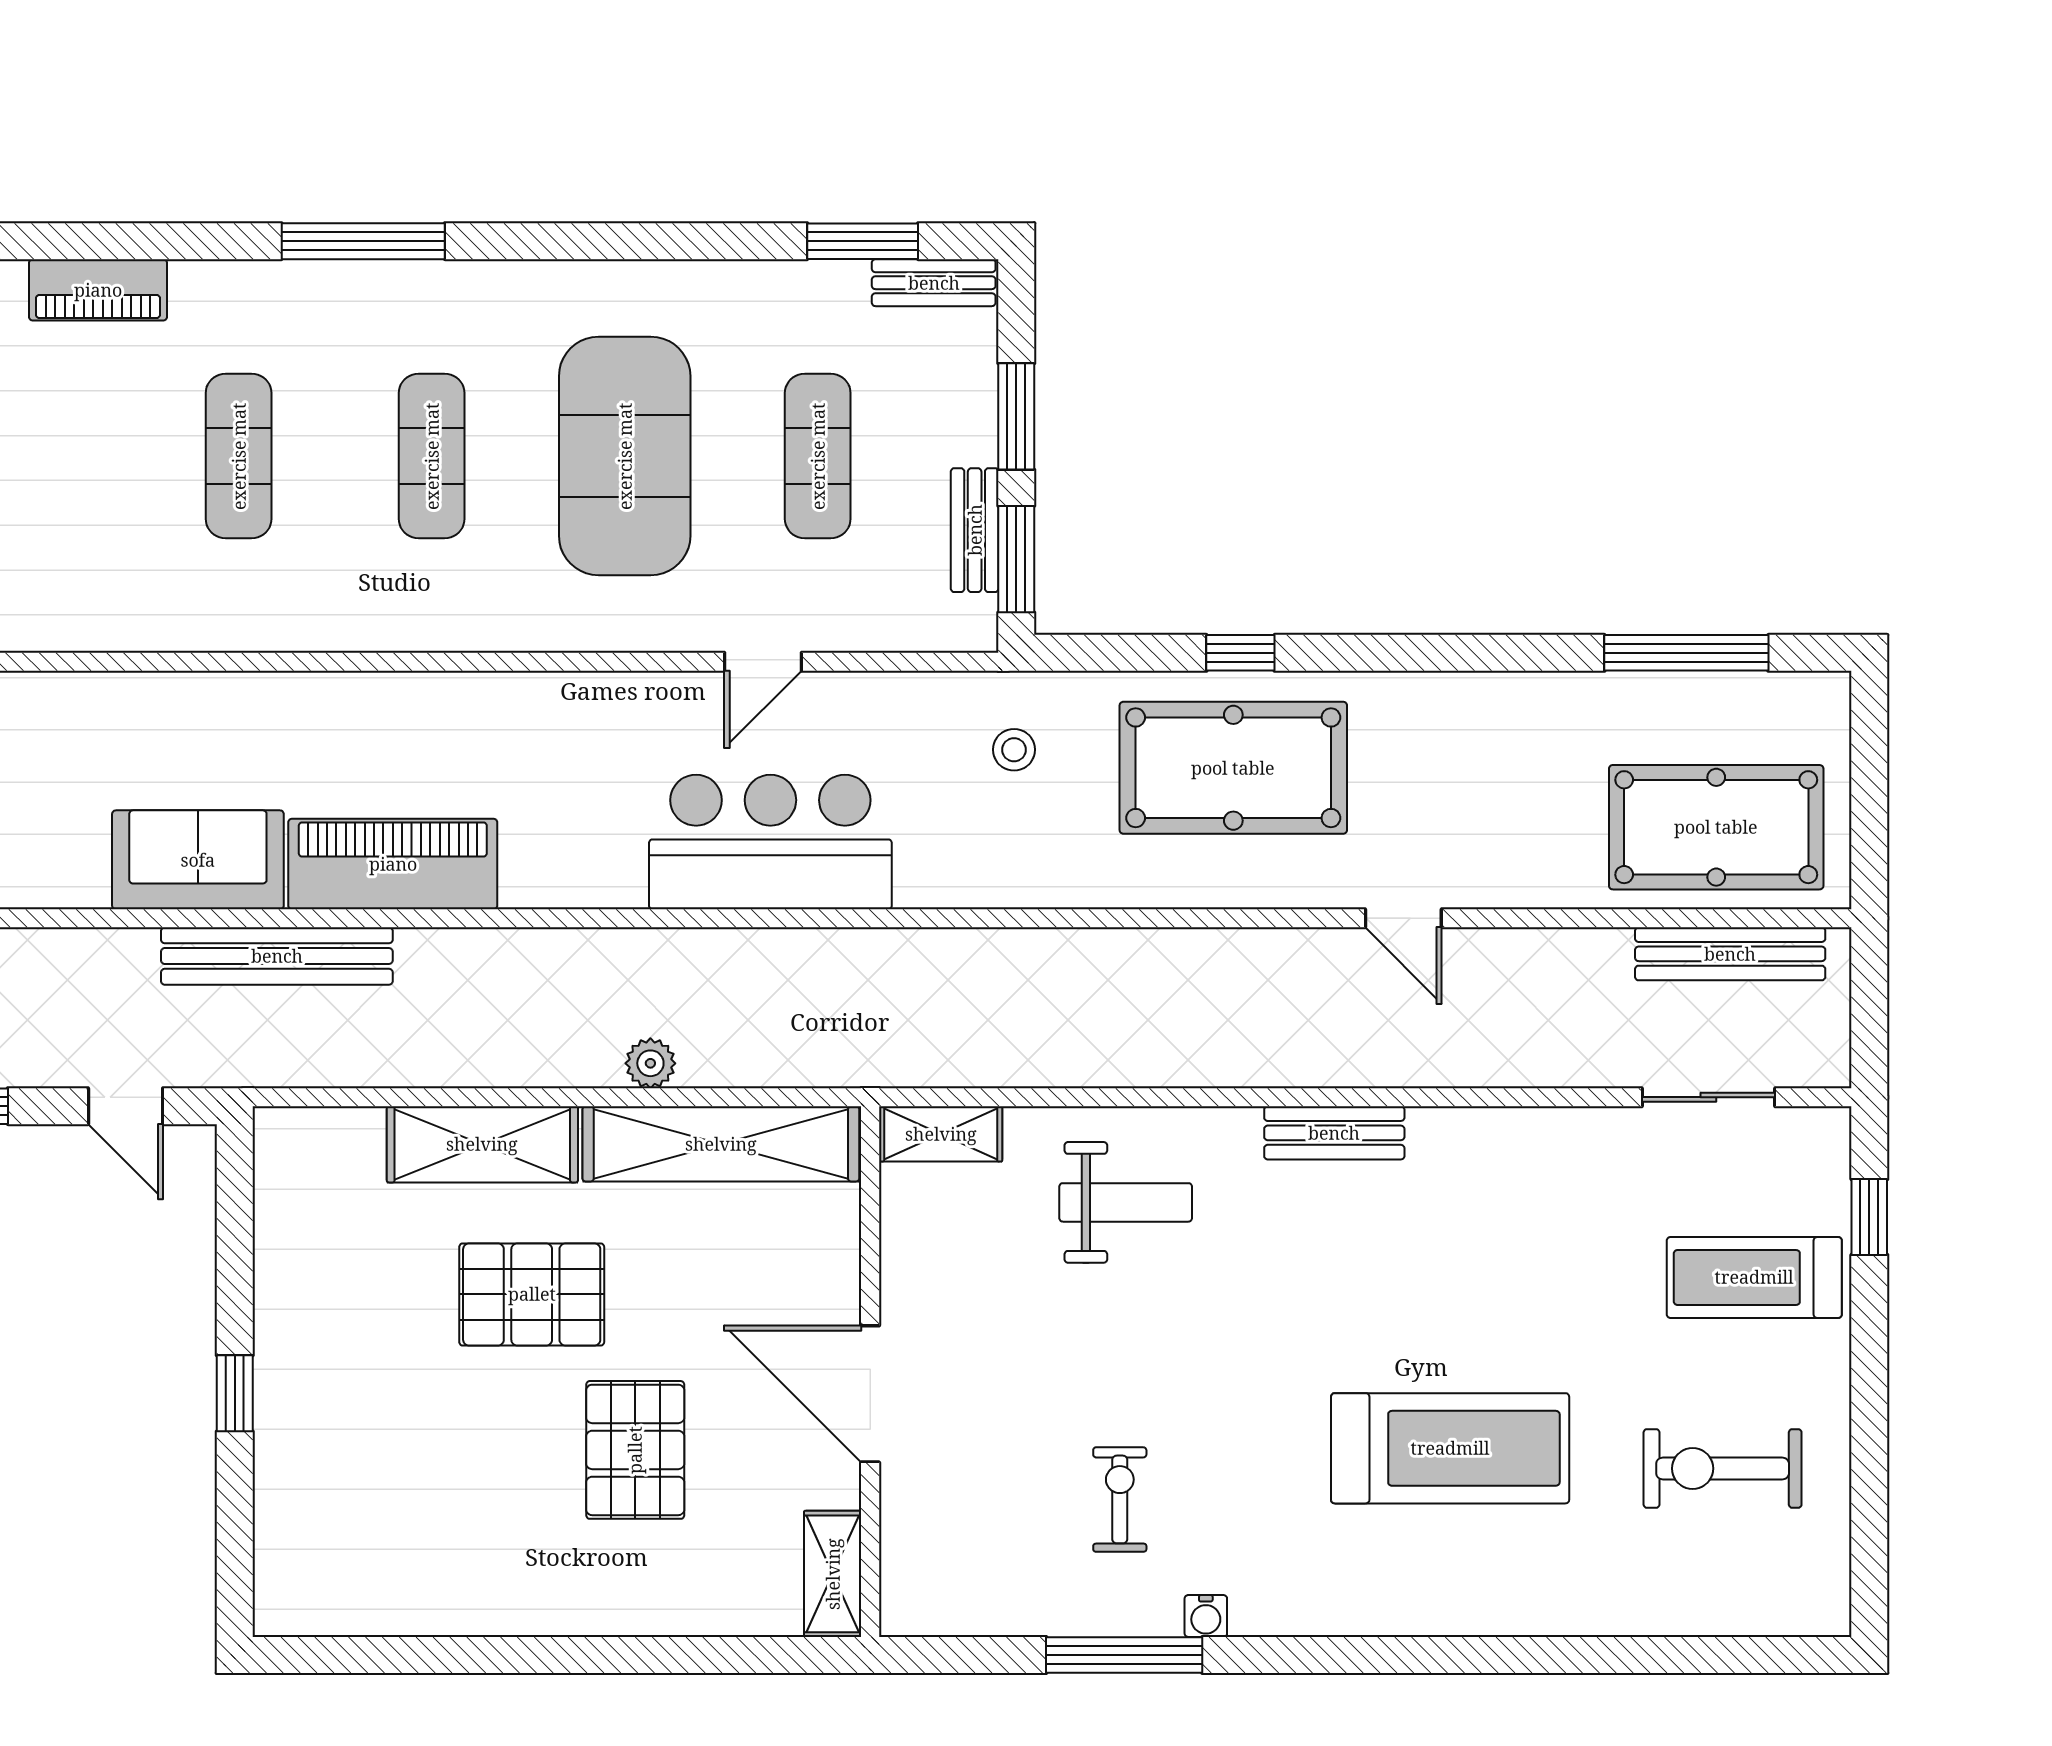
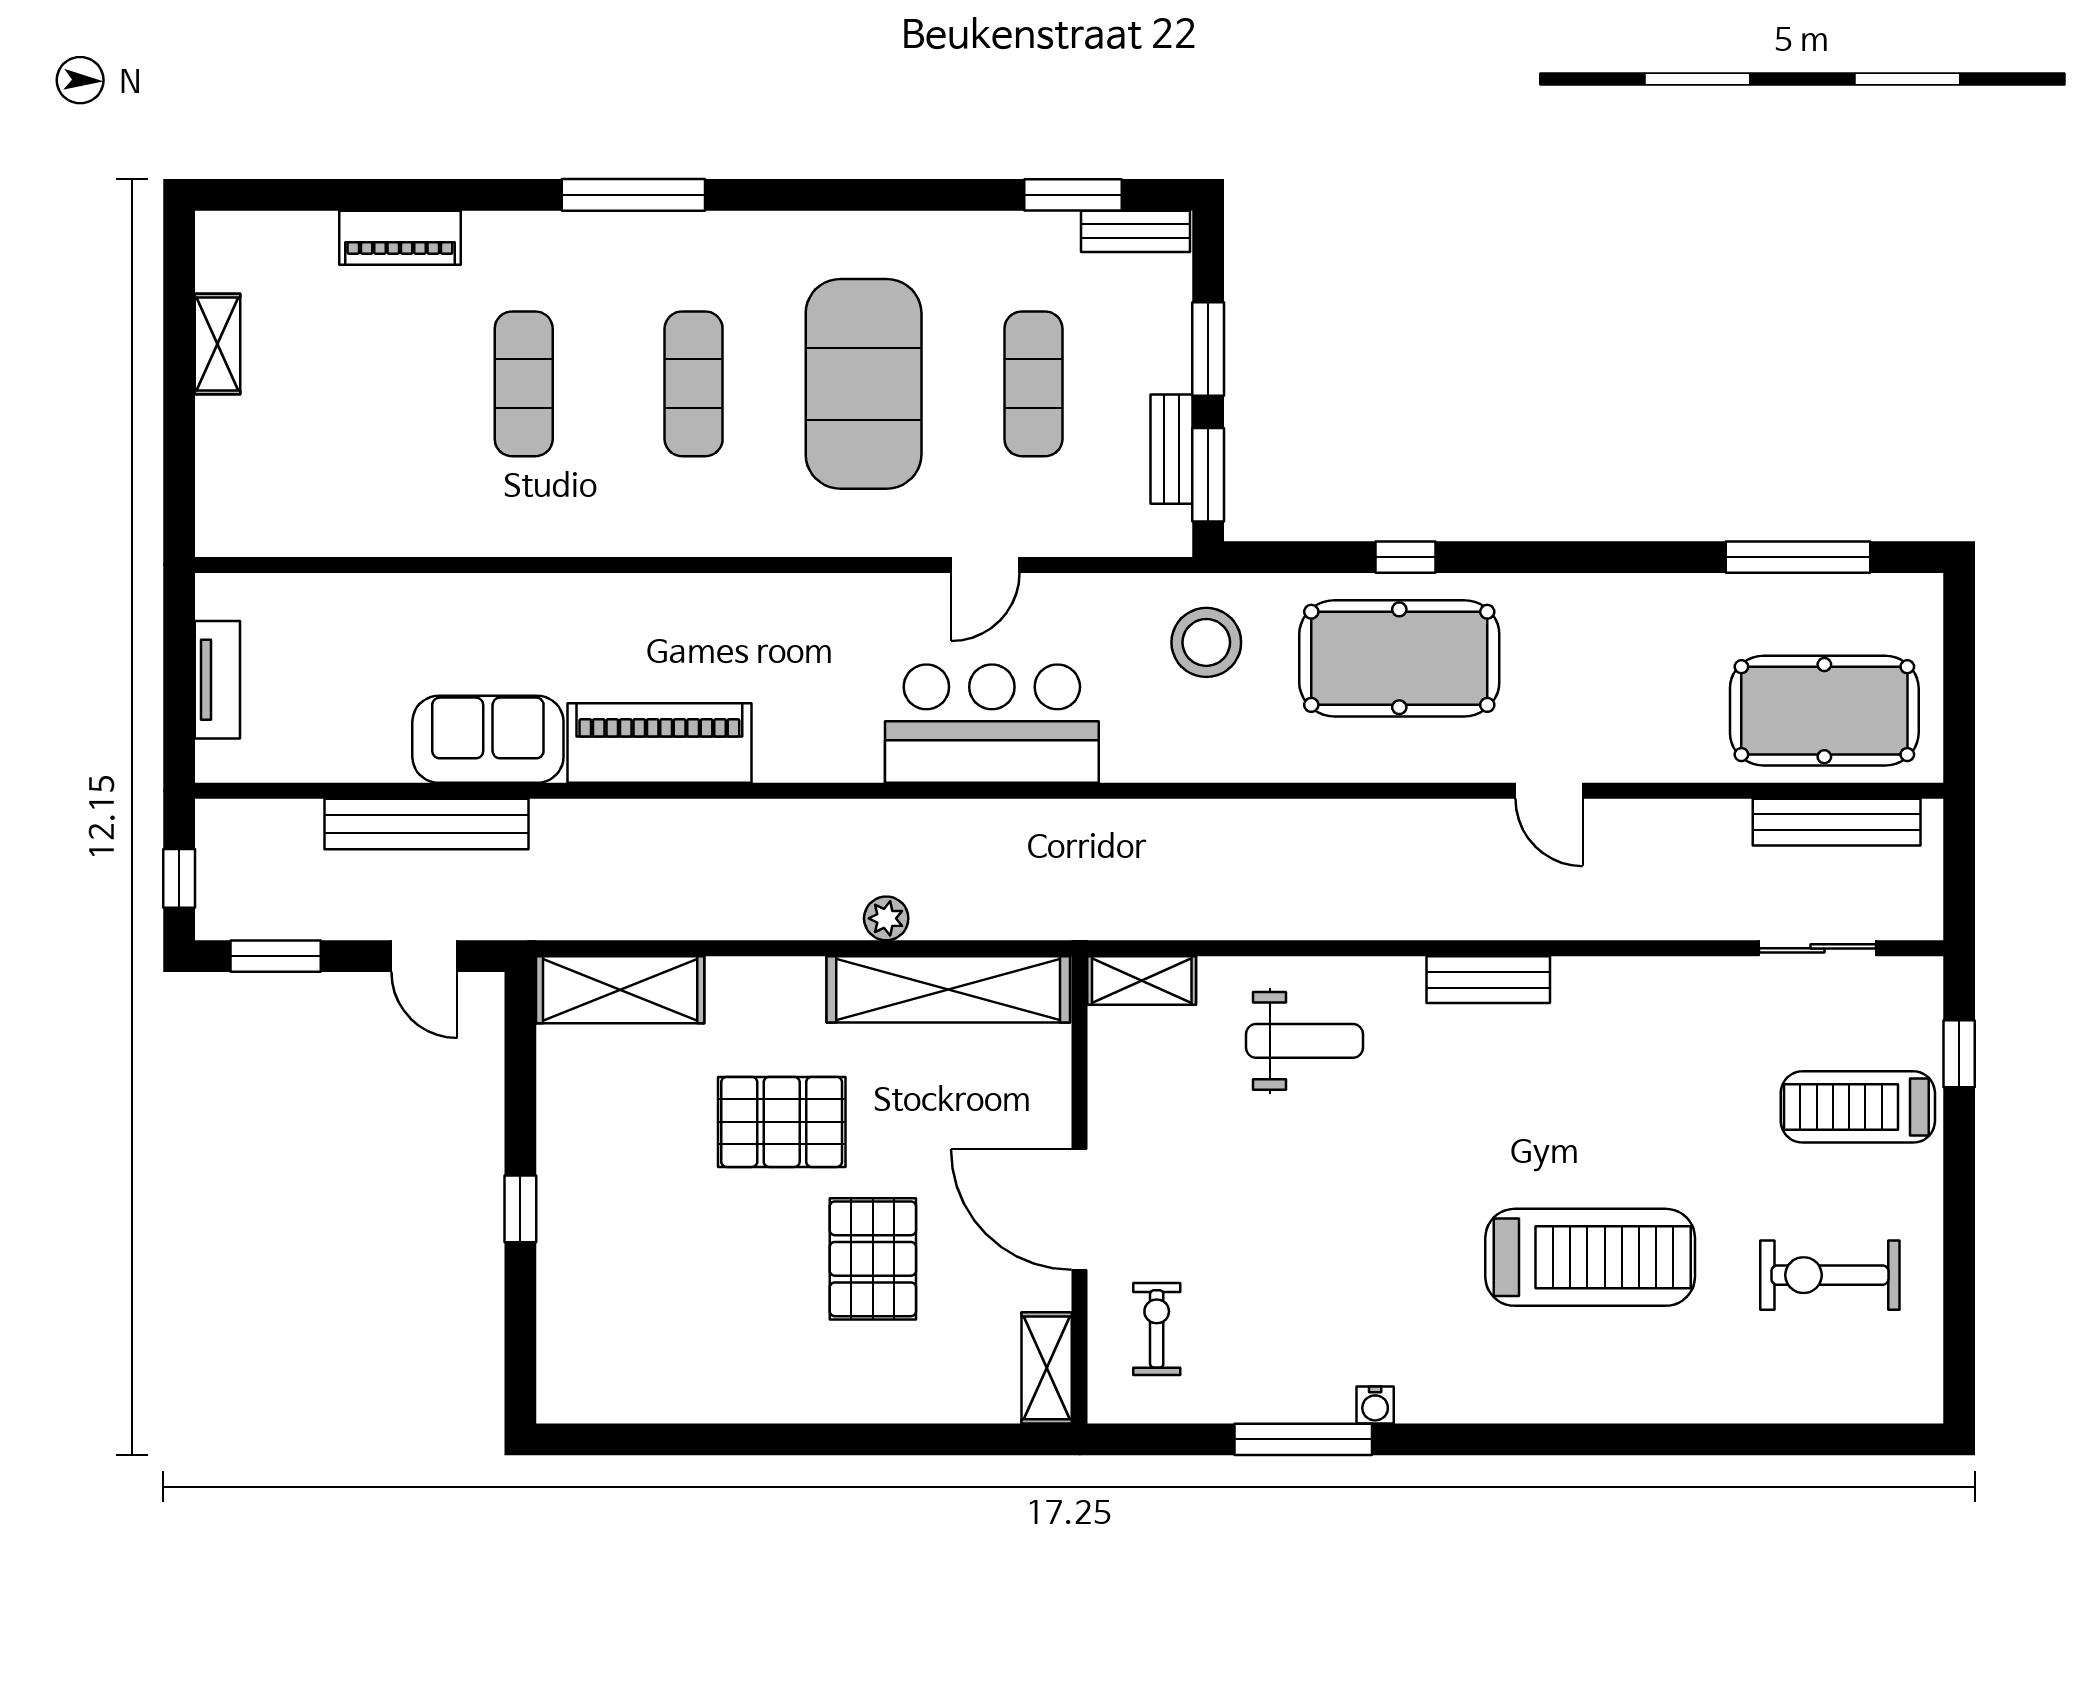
stool: (1014, 750) -> (1206, 642), width x1.89, depth x1.89
bench: (277, 956) -> (427, 824), moved
shelving: (482, 1144) -> (620, 990), moved
exercise bike: (1120, 1499) -> (1157, 1329), moved

